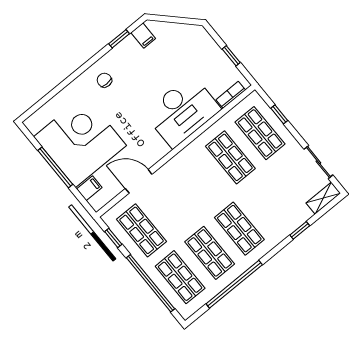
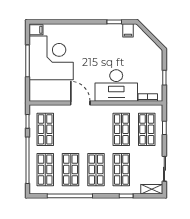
chair: (104, 80) -> (89, 37), removed
door: (139, 181) -> (80, 103), moved
filing cabinet: (89, 188) -> (36, 30), moved
shop shelf: (269, 204) -> (121, 170), added

